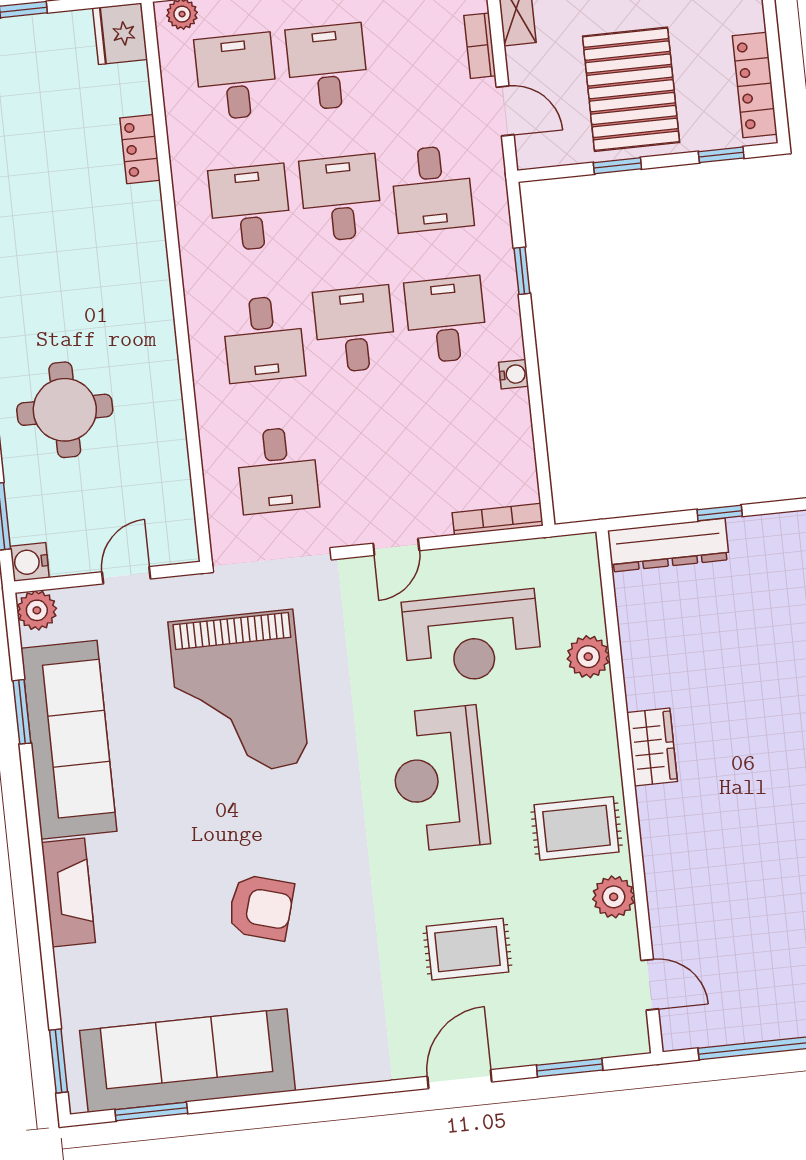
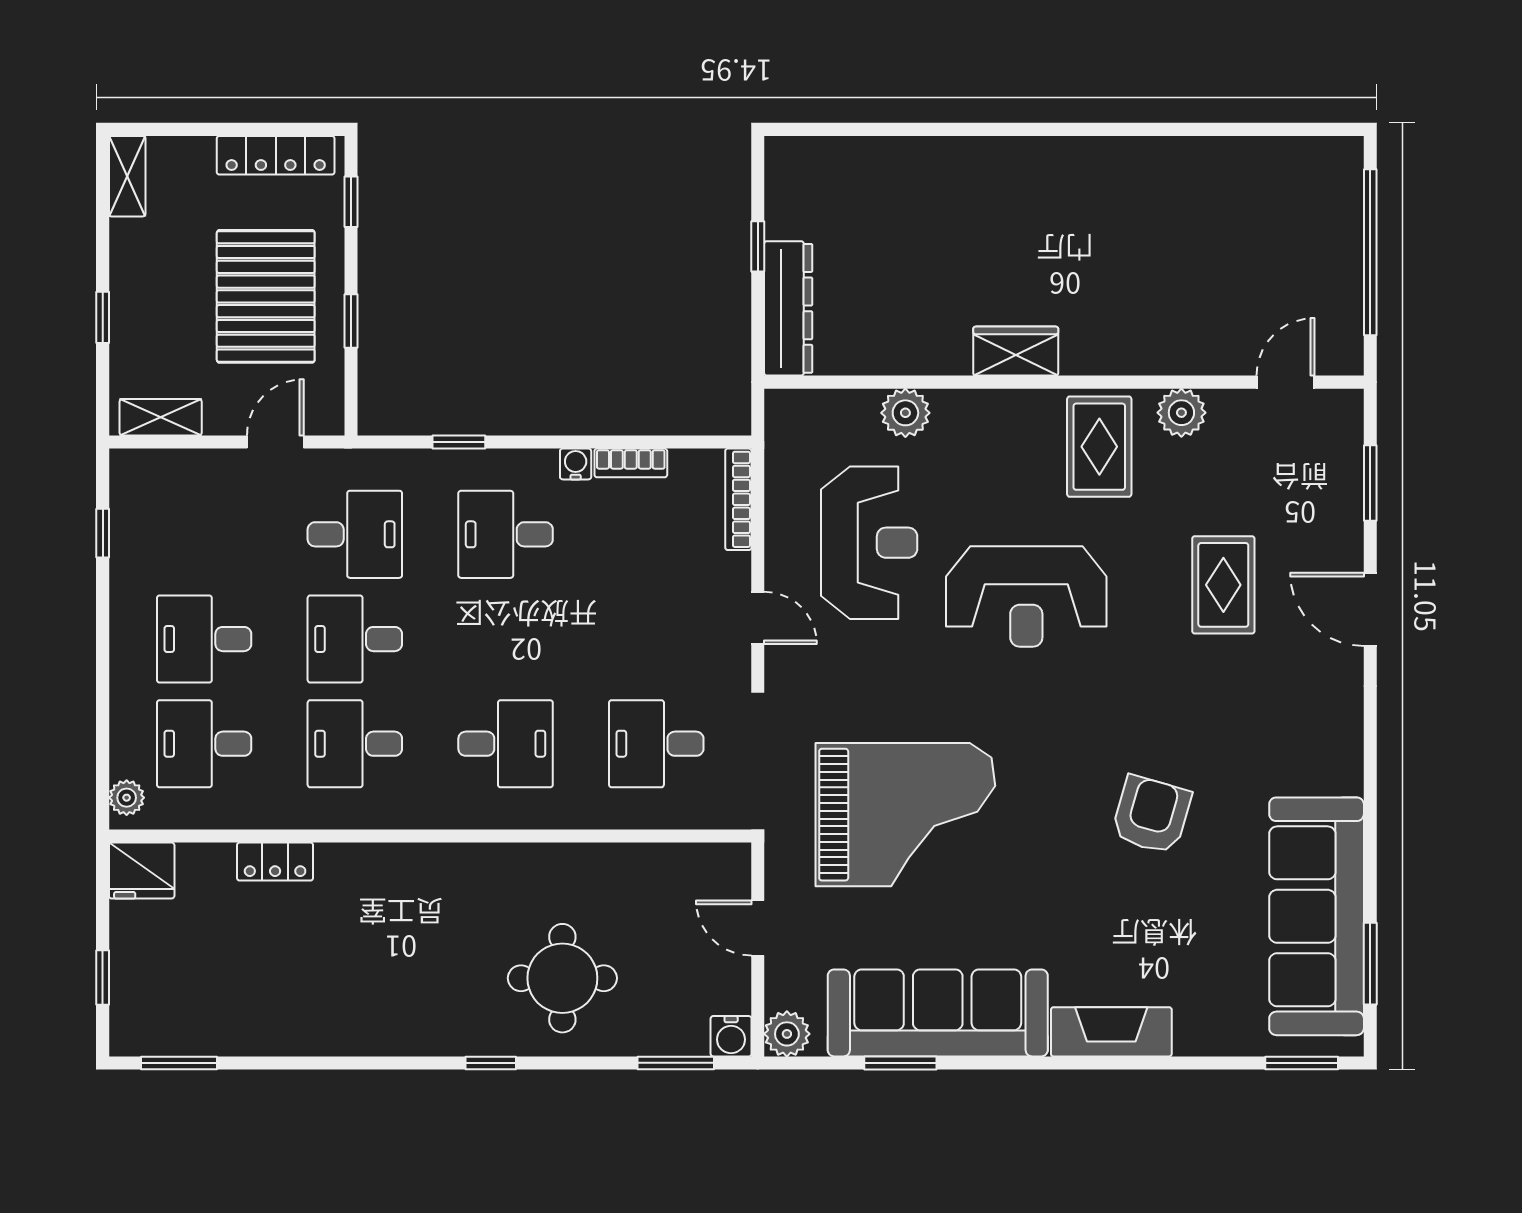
bookcase: (480, 46) -> (631, 463), moved
pallet: (631, 89) -> (266, 296), turned 90
desk: (355, 329) -> (506, 639), removed
desk: (277, 470) -> (656, 744), turned 180

